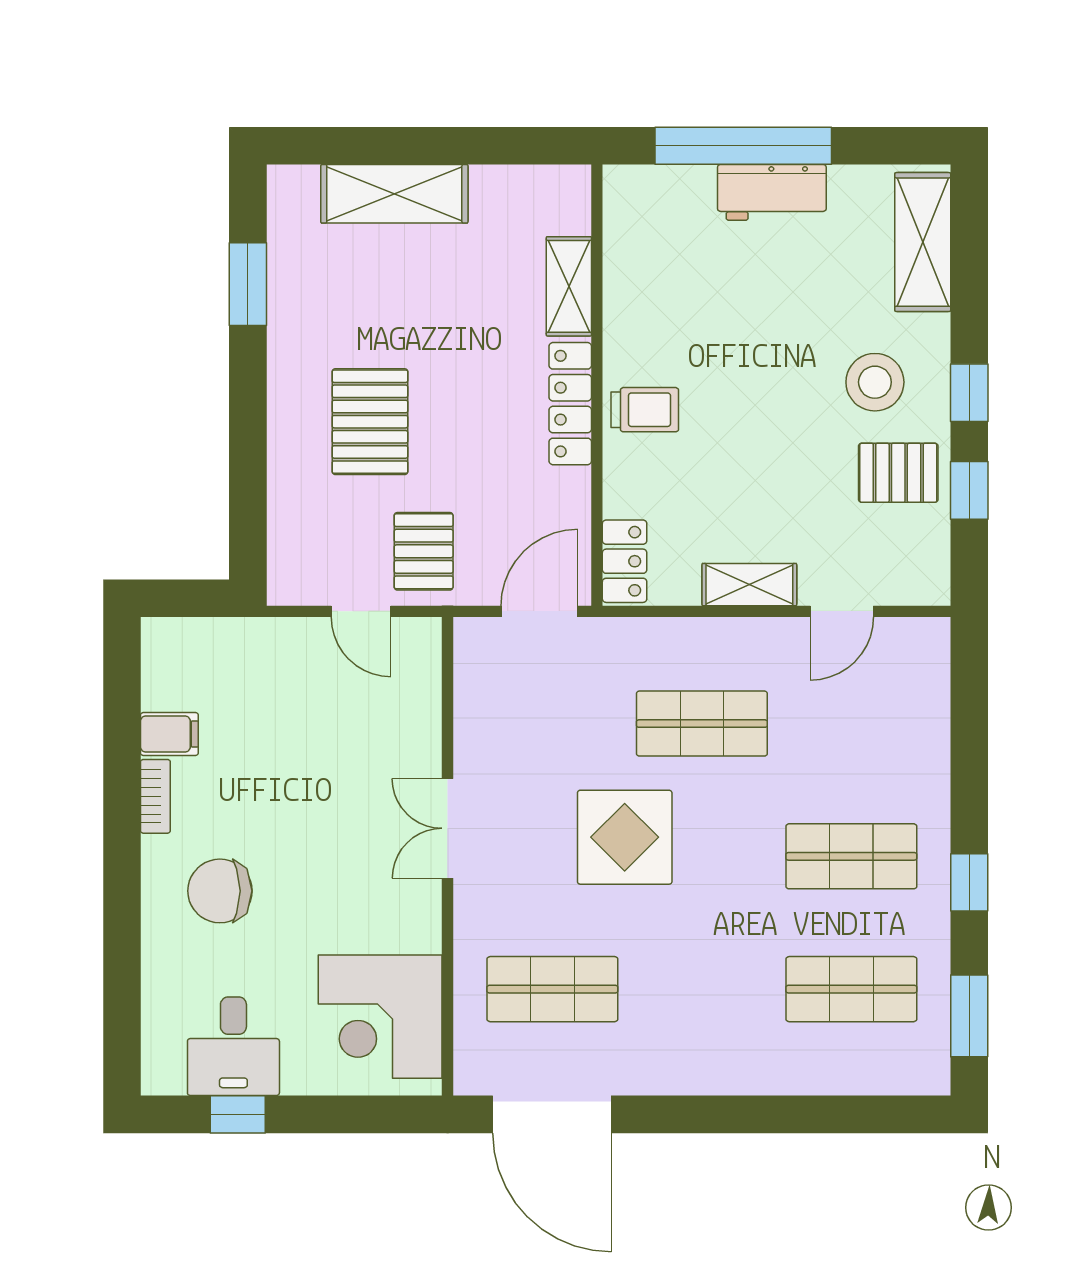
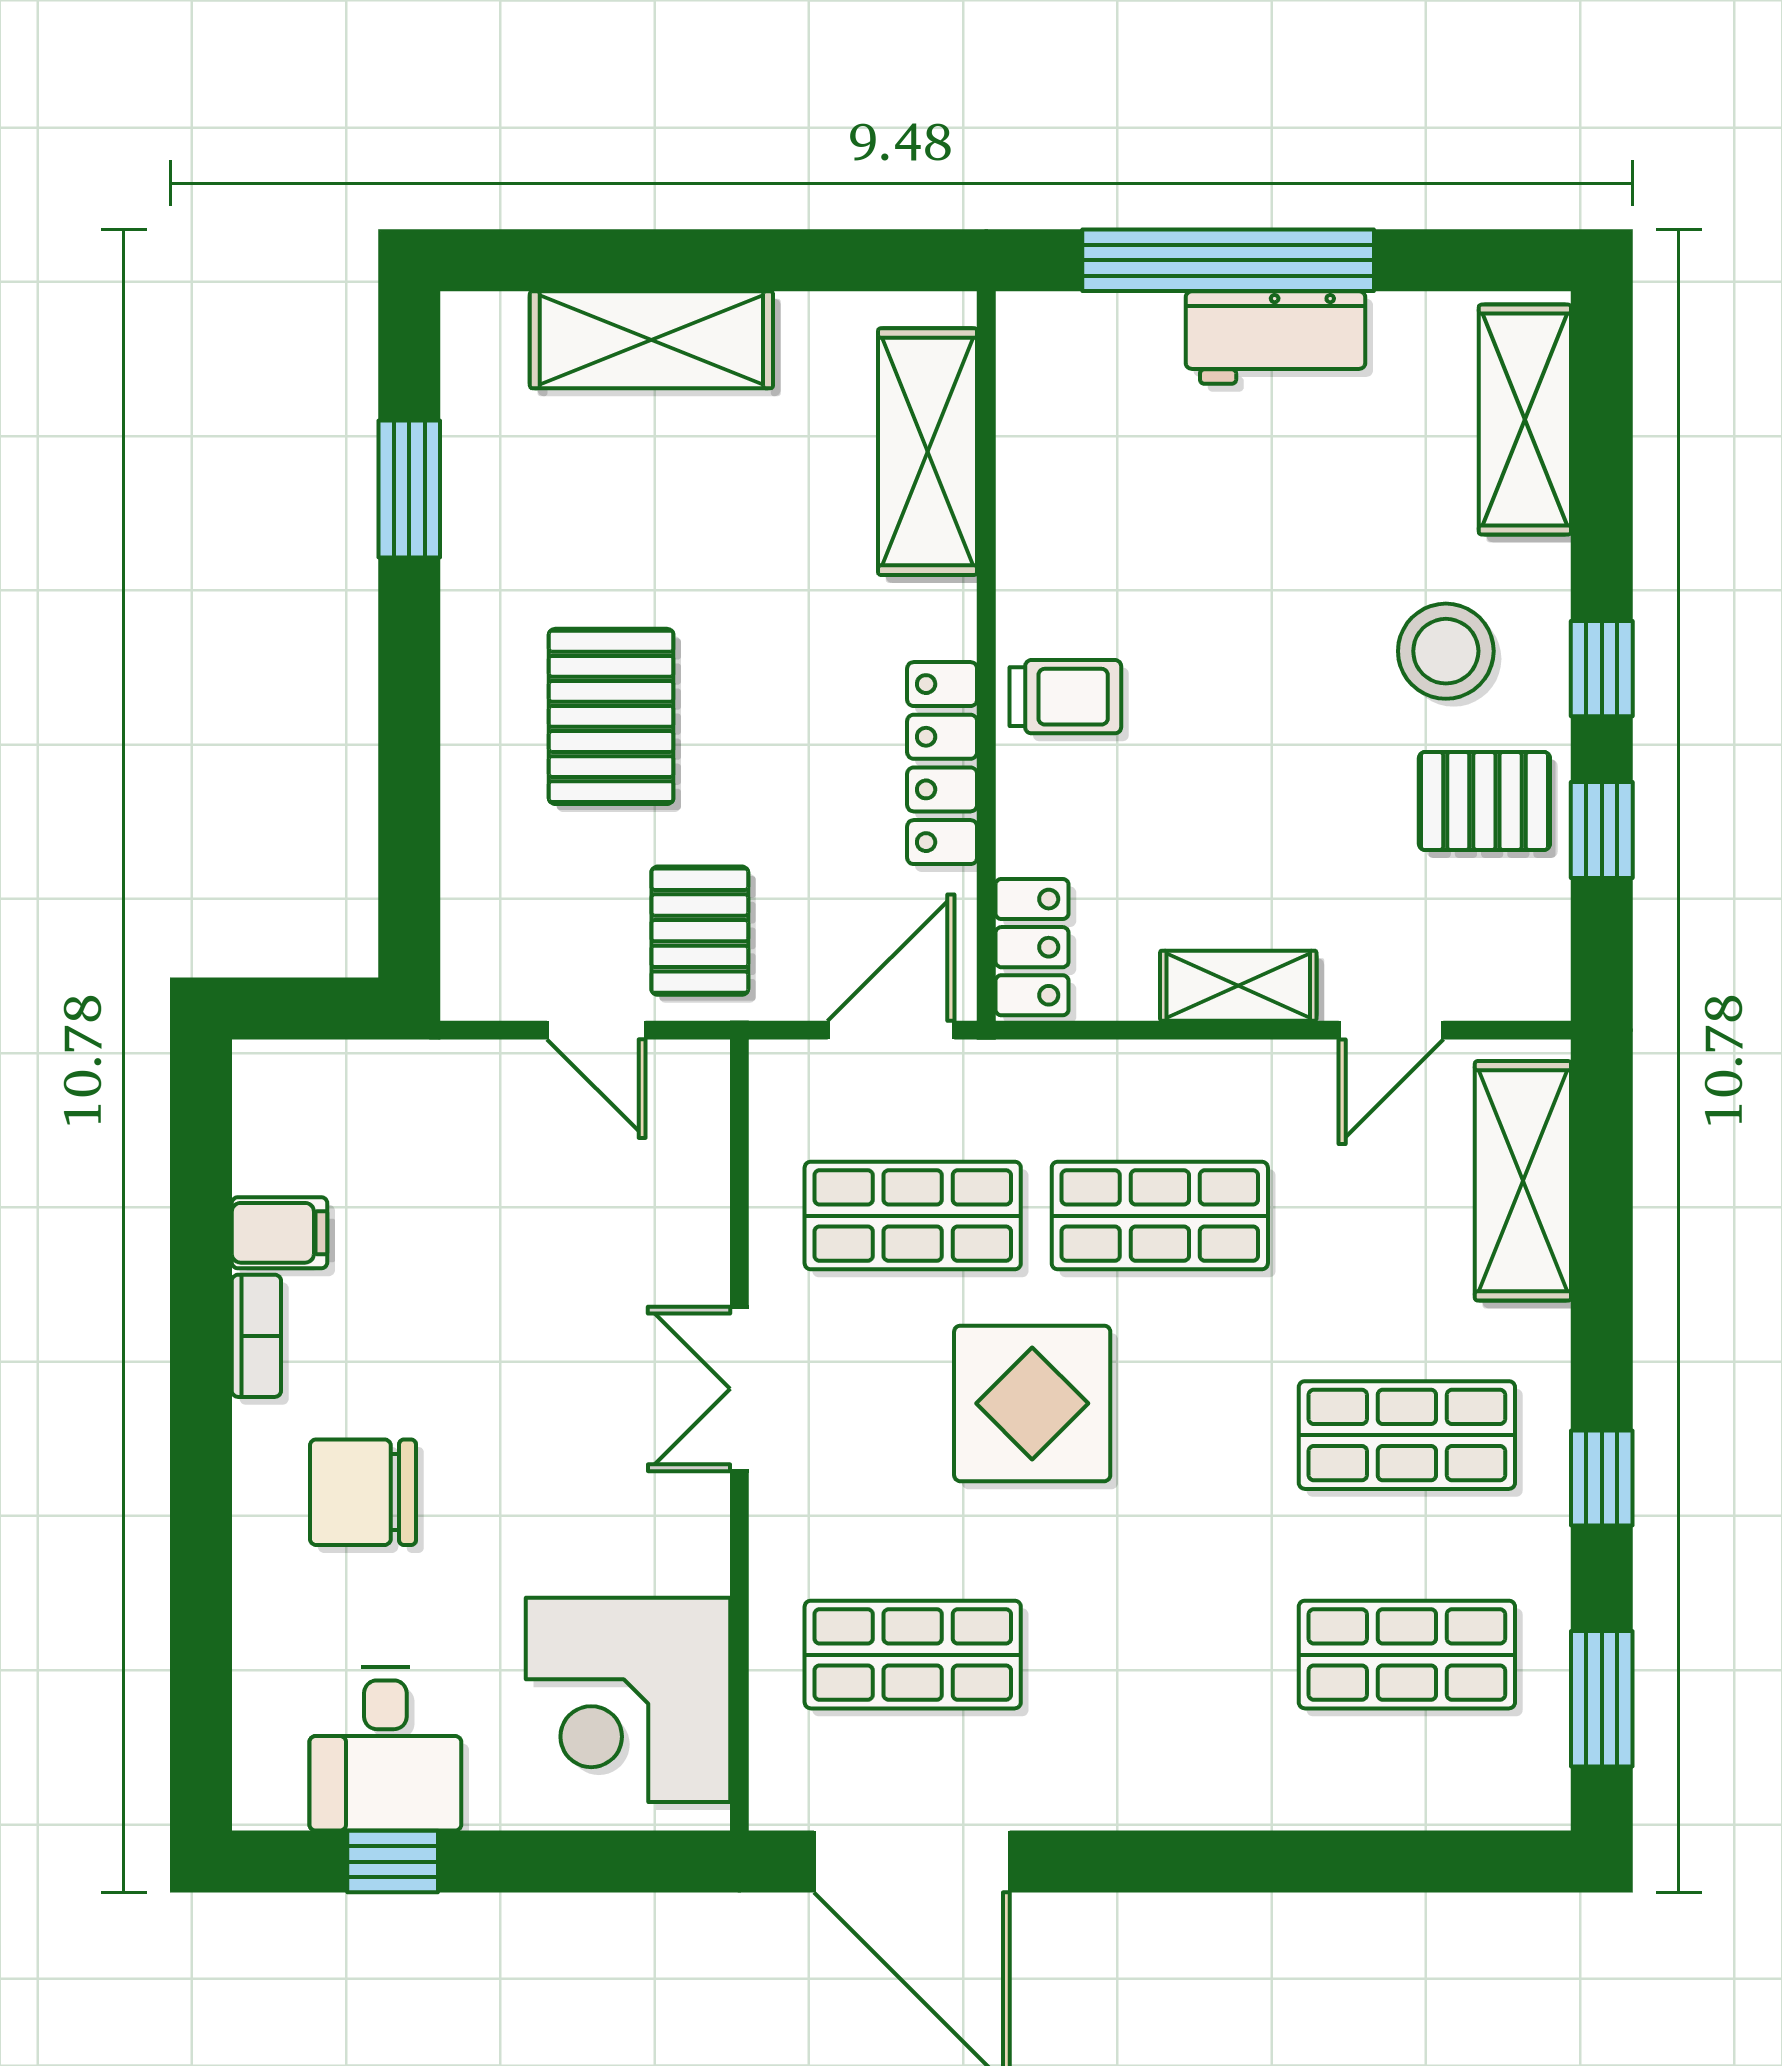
shelving: (569, 286) -> (928, 452), width x1.50, depth x1.33
locker: (570, 404) -> (942, 763), moved
shelving: (922, 703) -> (1523, 1181), added
shop shelf: (552, 724) -> (913, 1216), added

